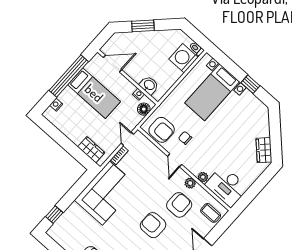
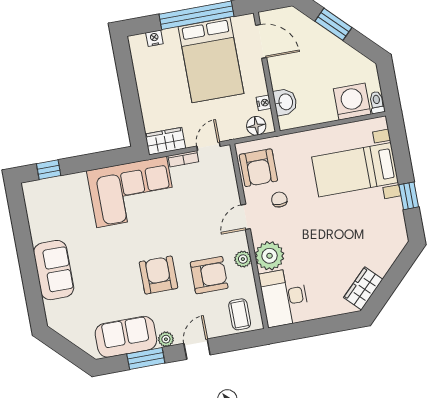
bed: (94, 93) -> (211, 60), width x1.50
wardrobe: (91, 150) -> (165, 141), moved, turned -90
plant: (203, 177) -> (270, 256), width x1.88, depth x1.88

